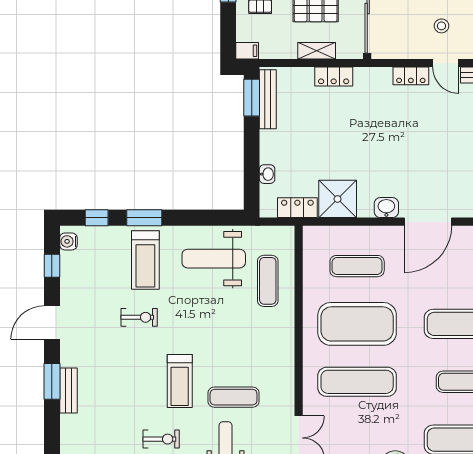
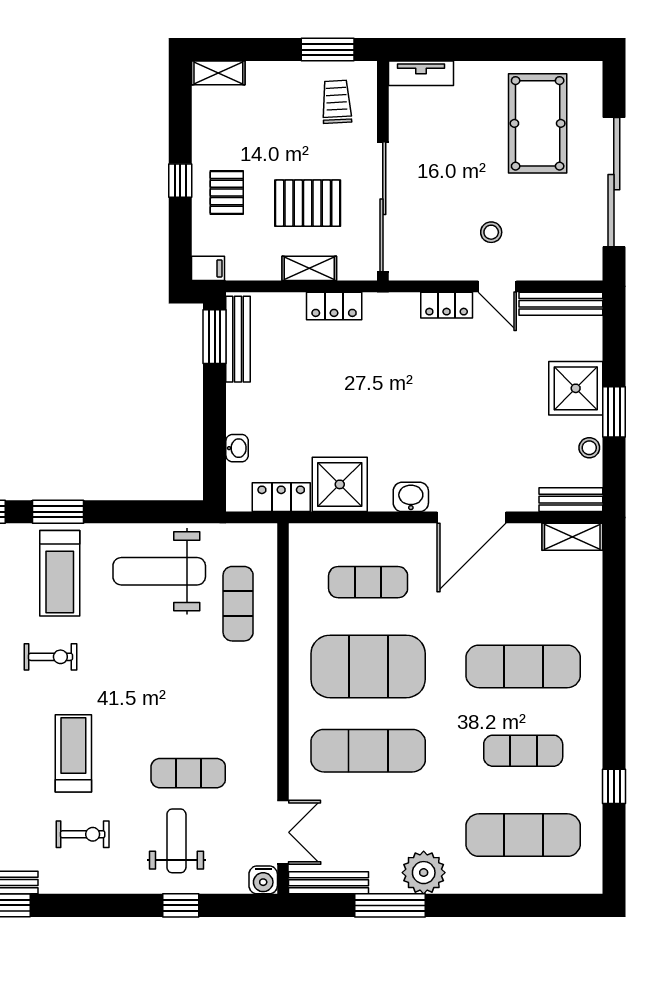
treadmill: (180, 381) -> (73, 753), moved, turned 180

